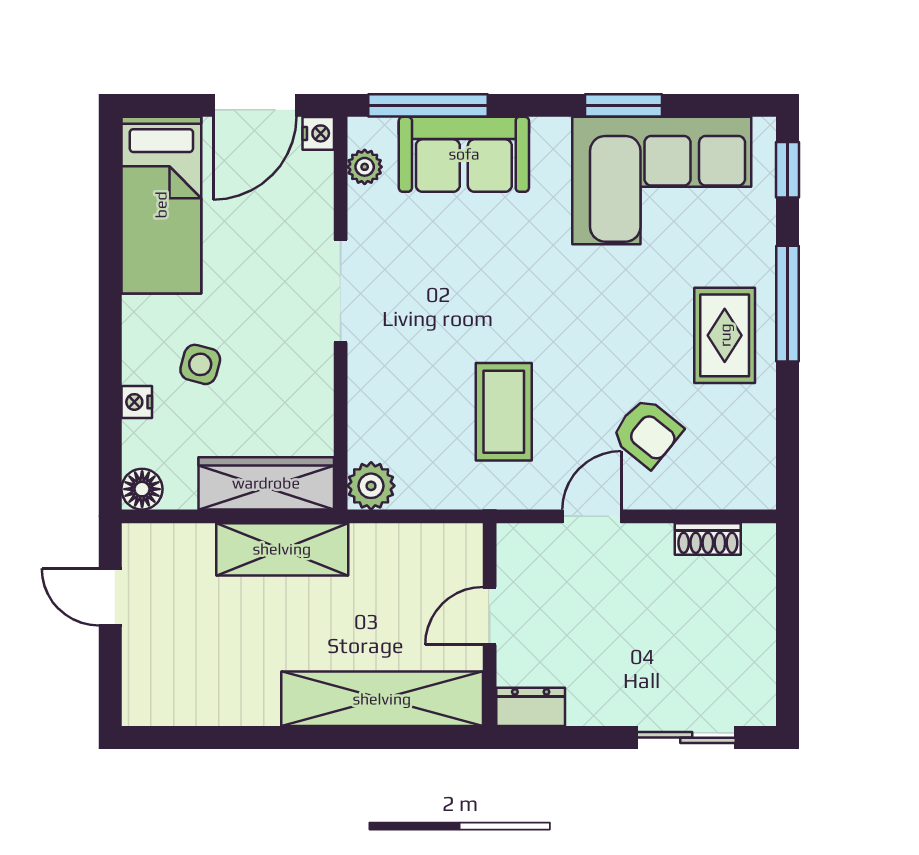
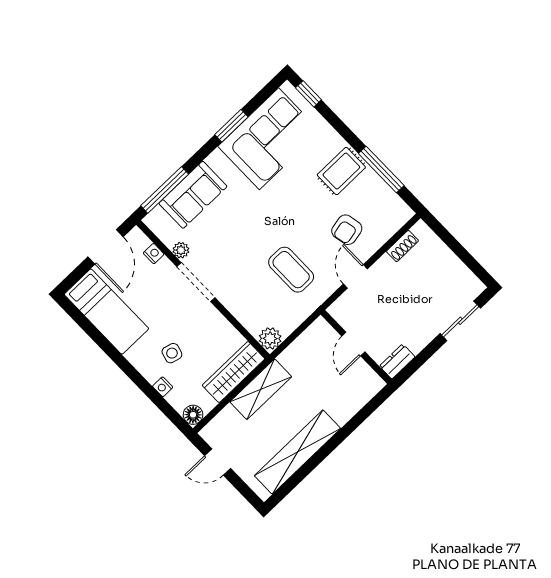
nightstand: (318, 133) -> (154, 254), moved
plant: (365, 167) -> (181, 250), moved
window: (788, 304) -> (381, 170), moved
rug: (725, 335) -> (341, 171), turned 90
armchair: (647, 433) -> (347, 230), turned 130
shelving: (382, 699) -> (297, 452), moved

